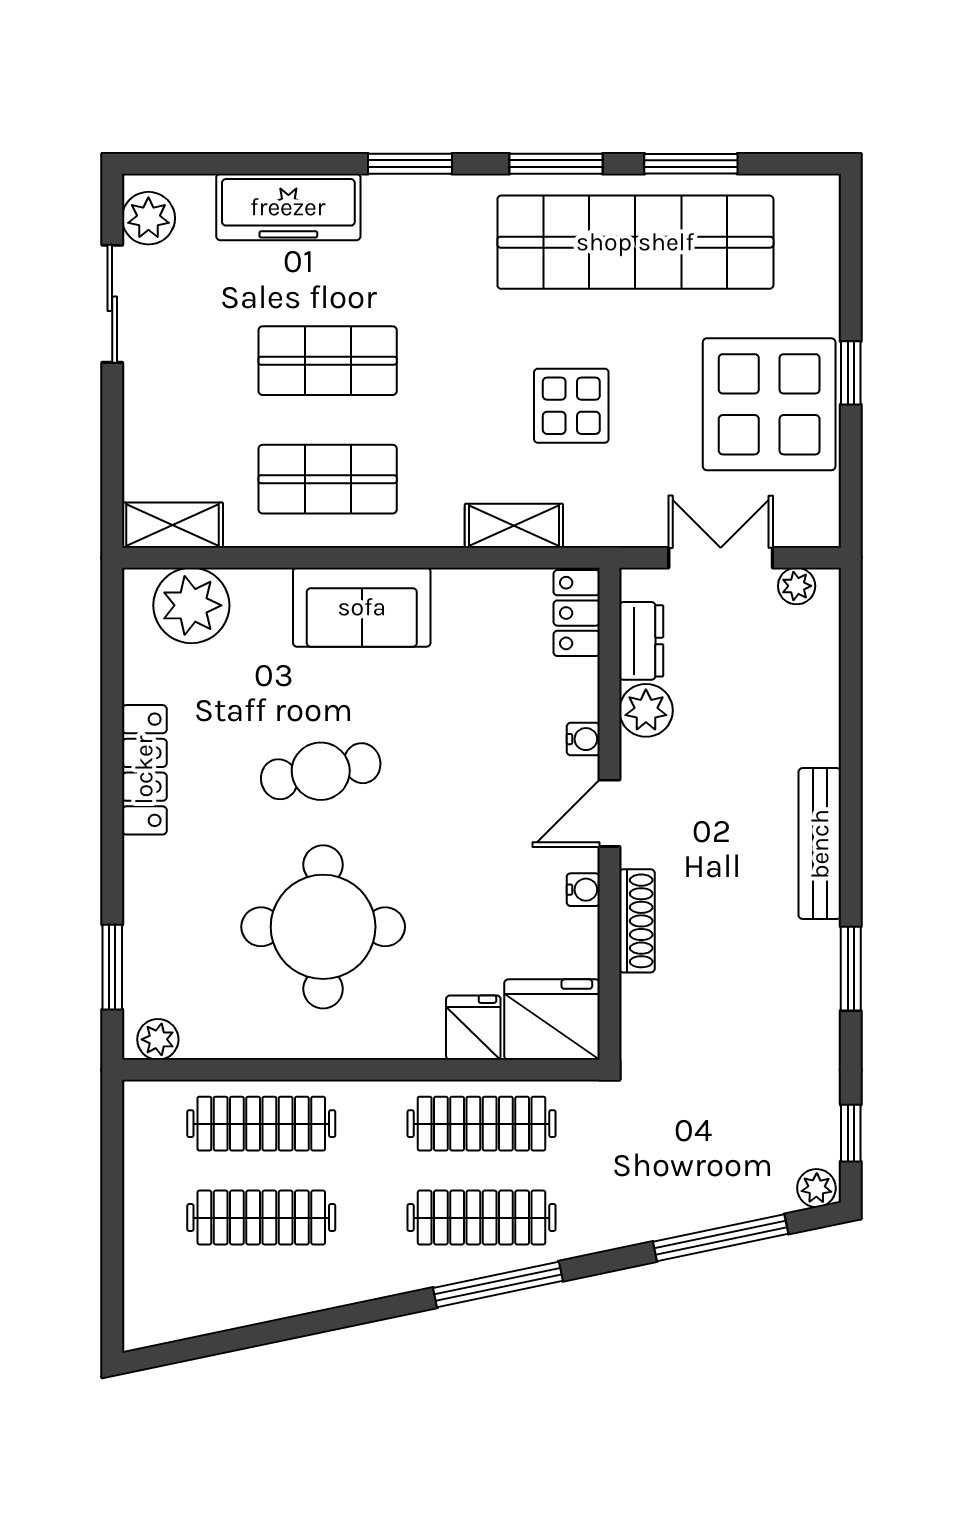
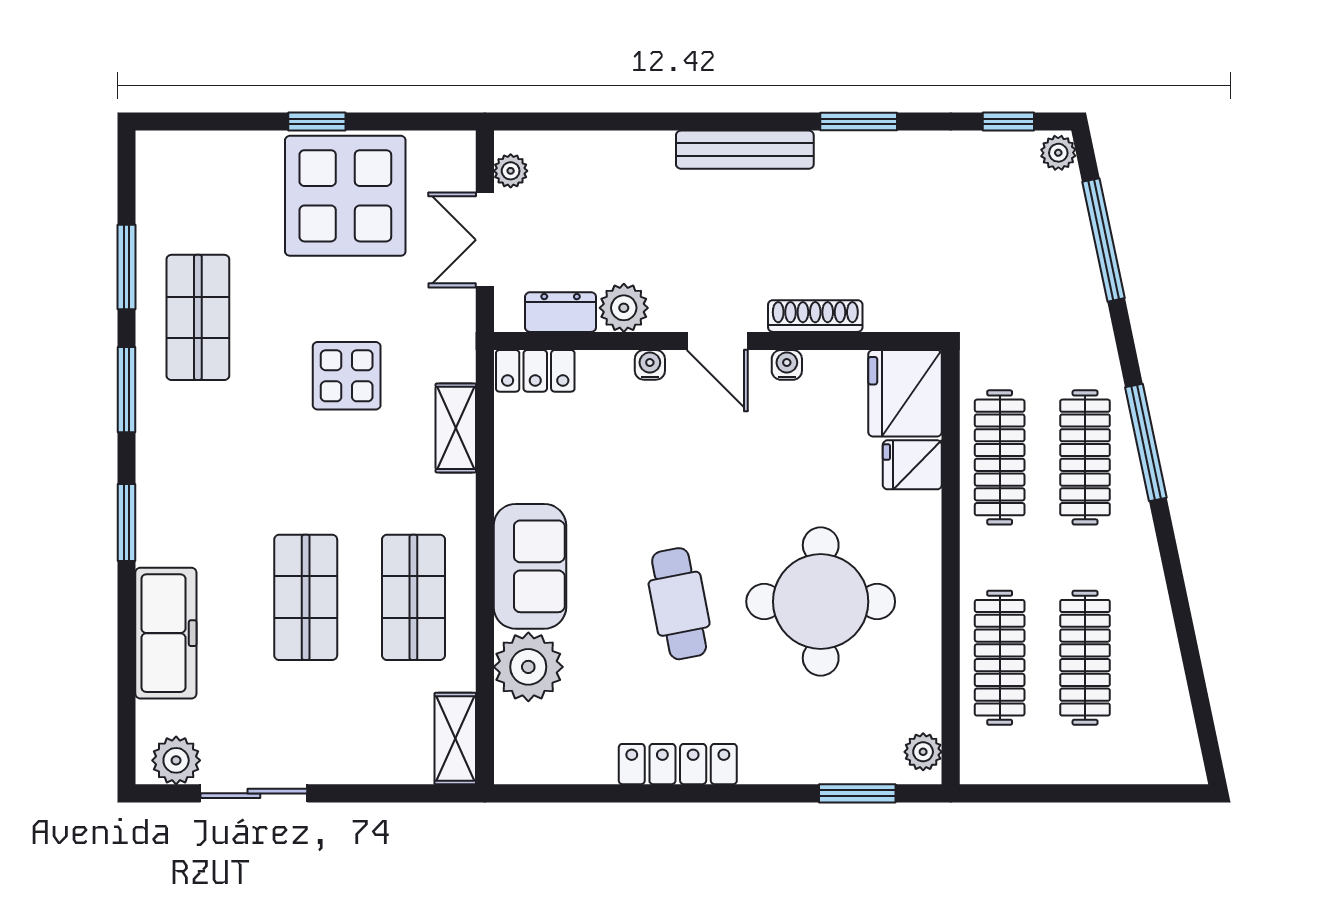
shop shelf: (635, 242) -> (198, 317), width x0.50, depth x0.74
plant: (191, 605) -> (528, 667), moved

